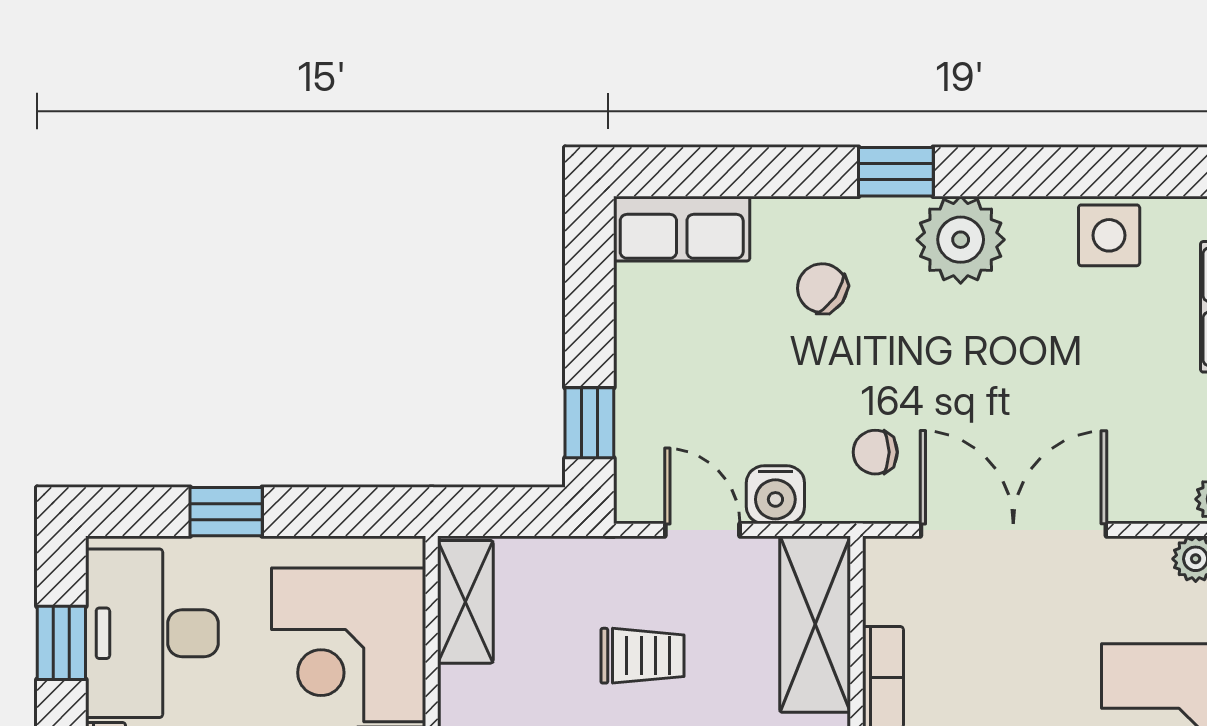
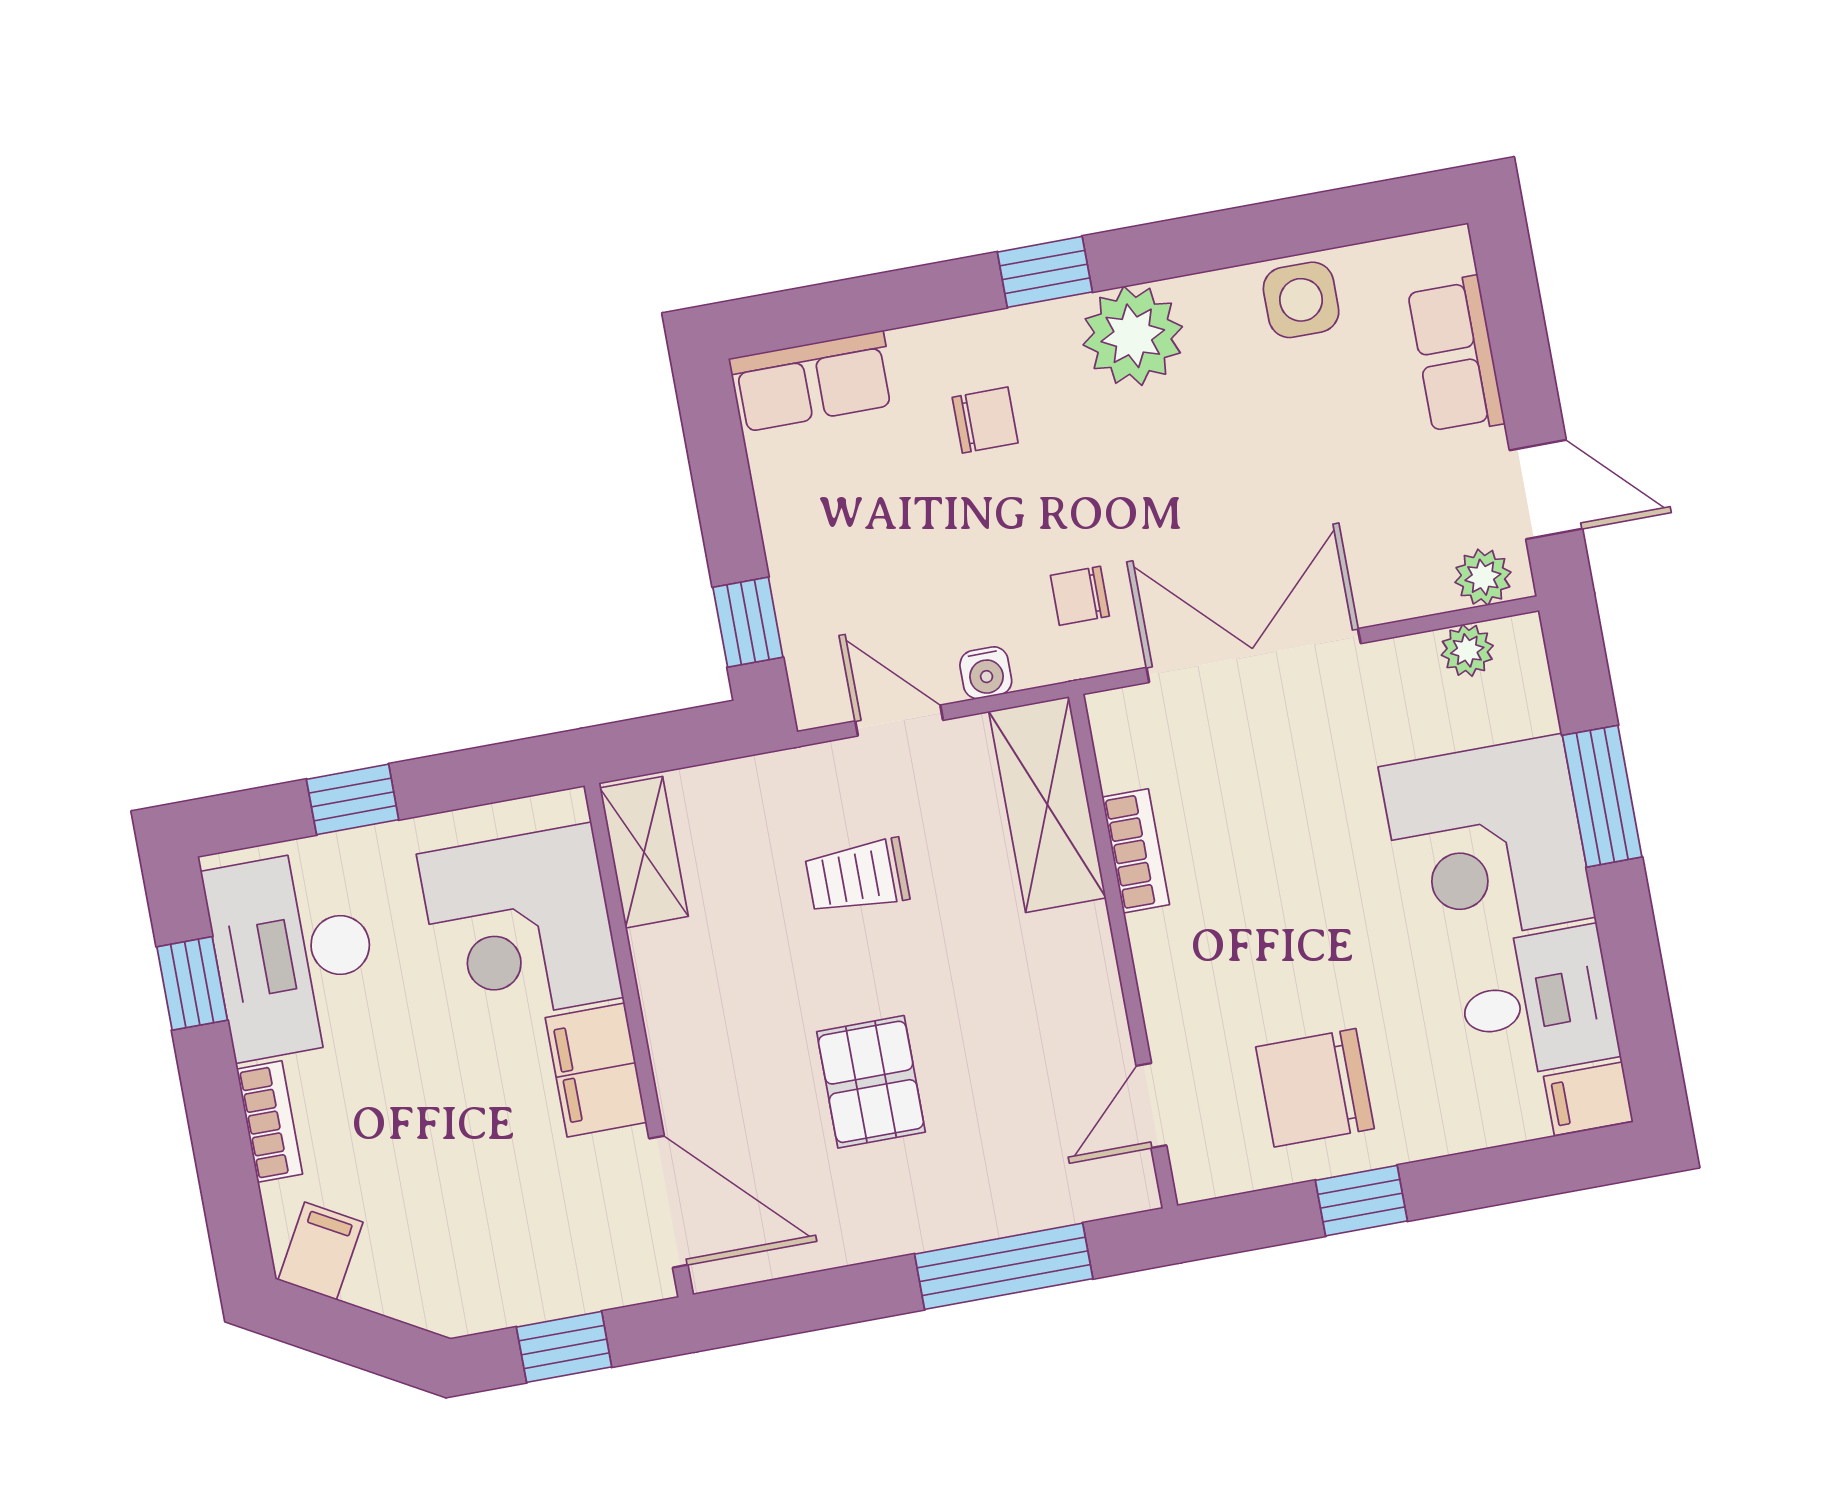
chair: (822, 288) -> (985, 420), turned 145
water cooler: (775, 495) -> (986, 673), width x0.72, depth x0.72
trolley: (642, 656) -> (857, 877), turned 180

